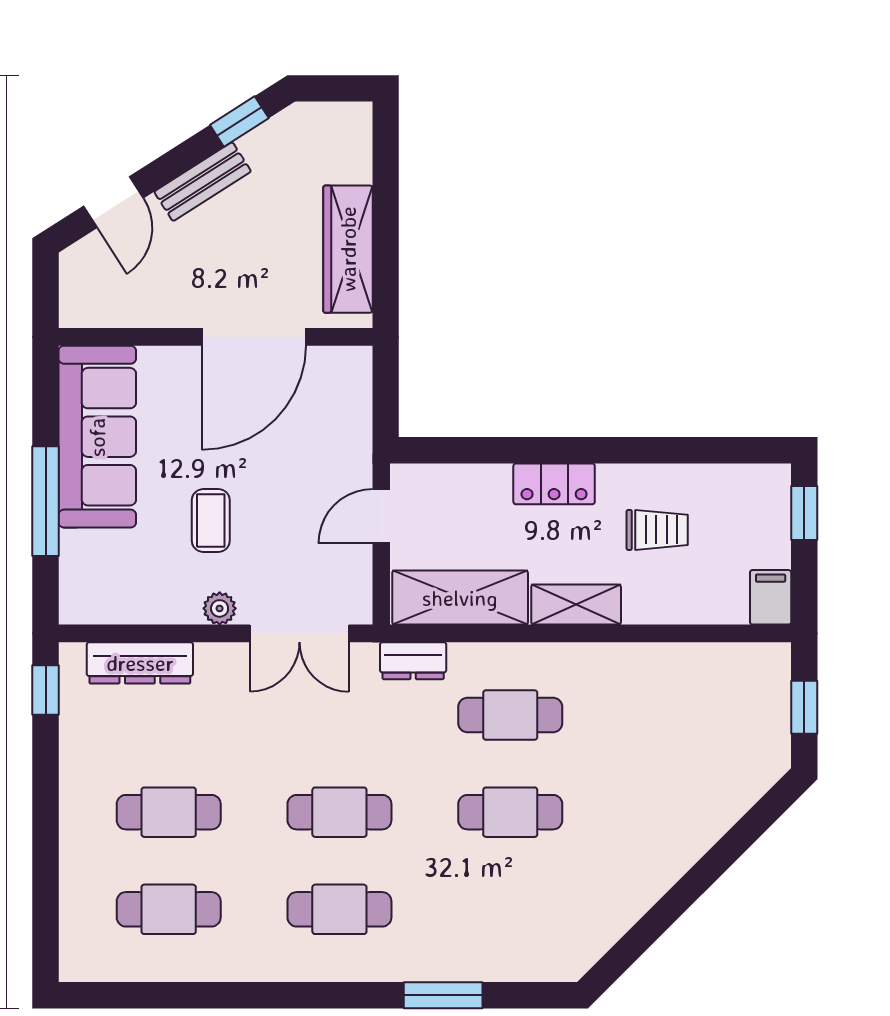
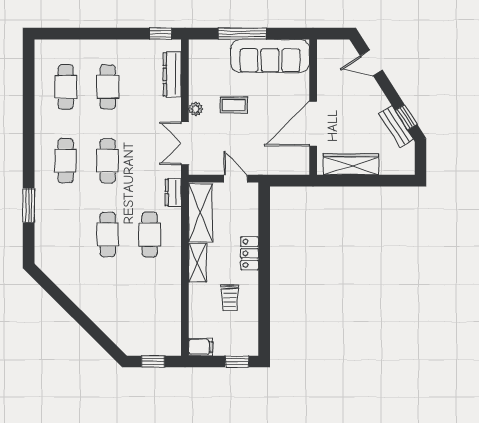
bench: (203, 182) -> (396, 126), moved
door: (254, 337) -> (313, 124), hinge flipped

